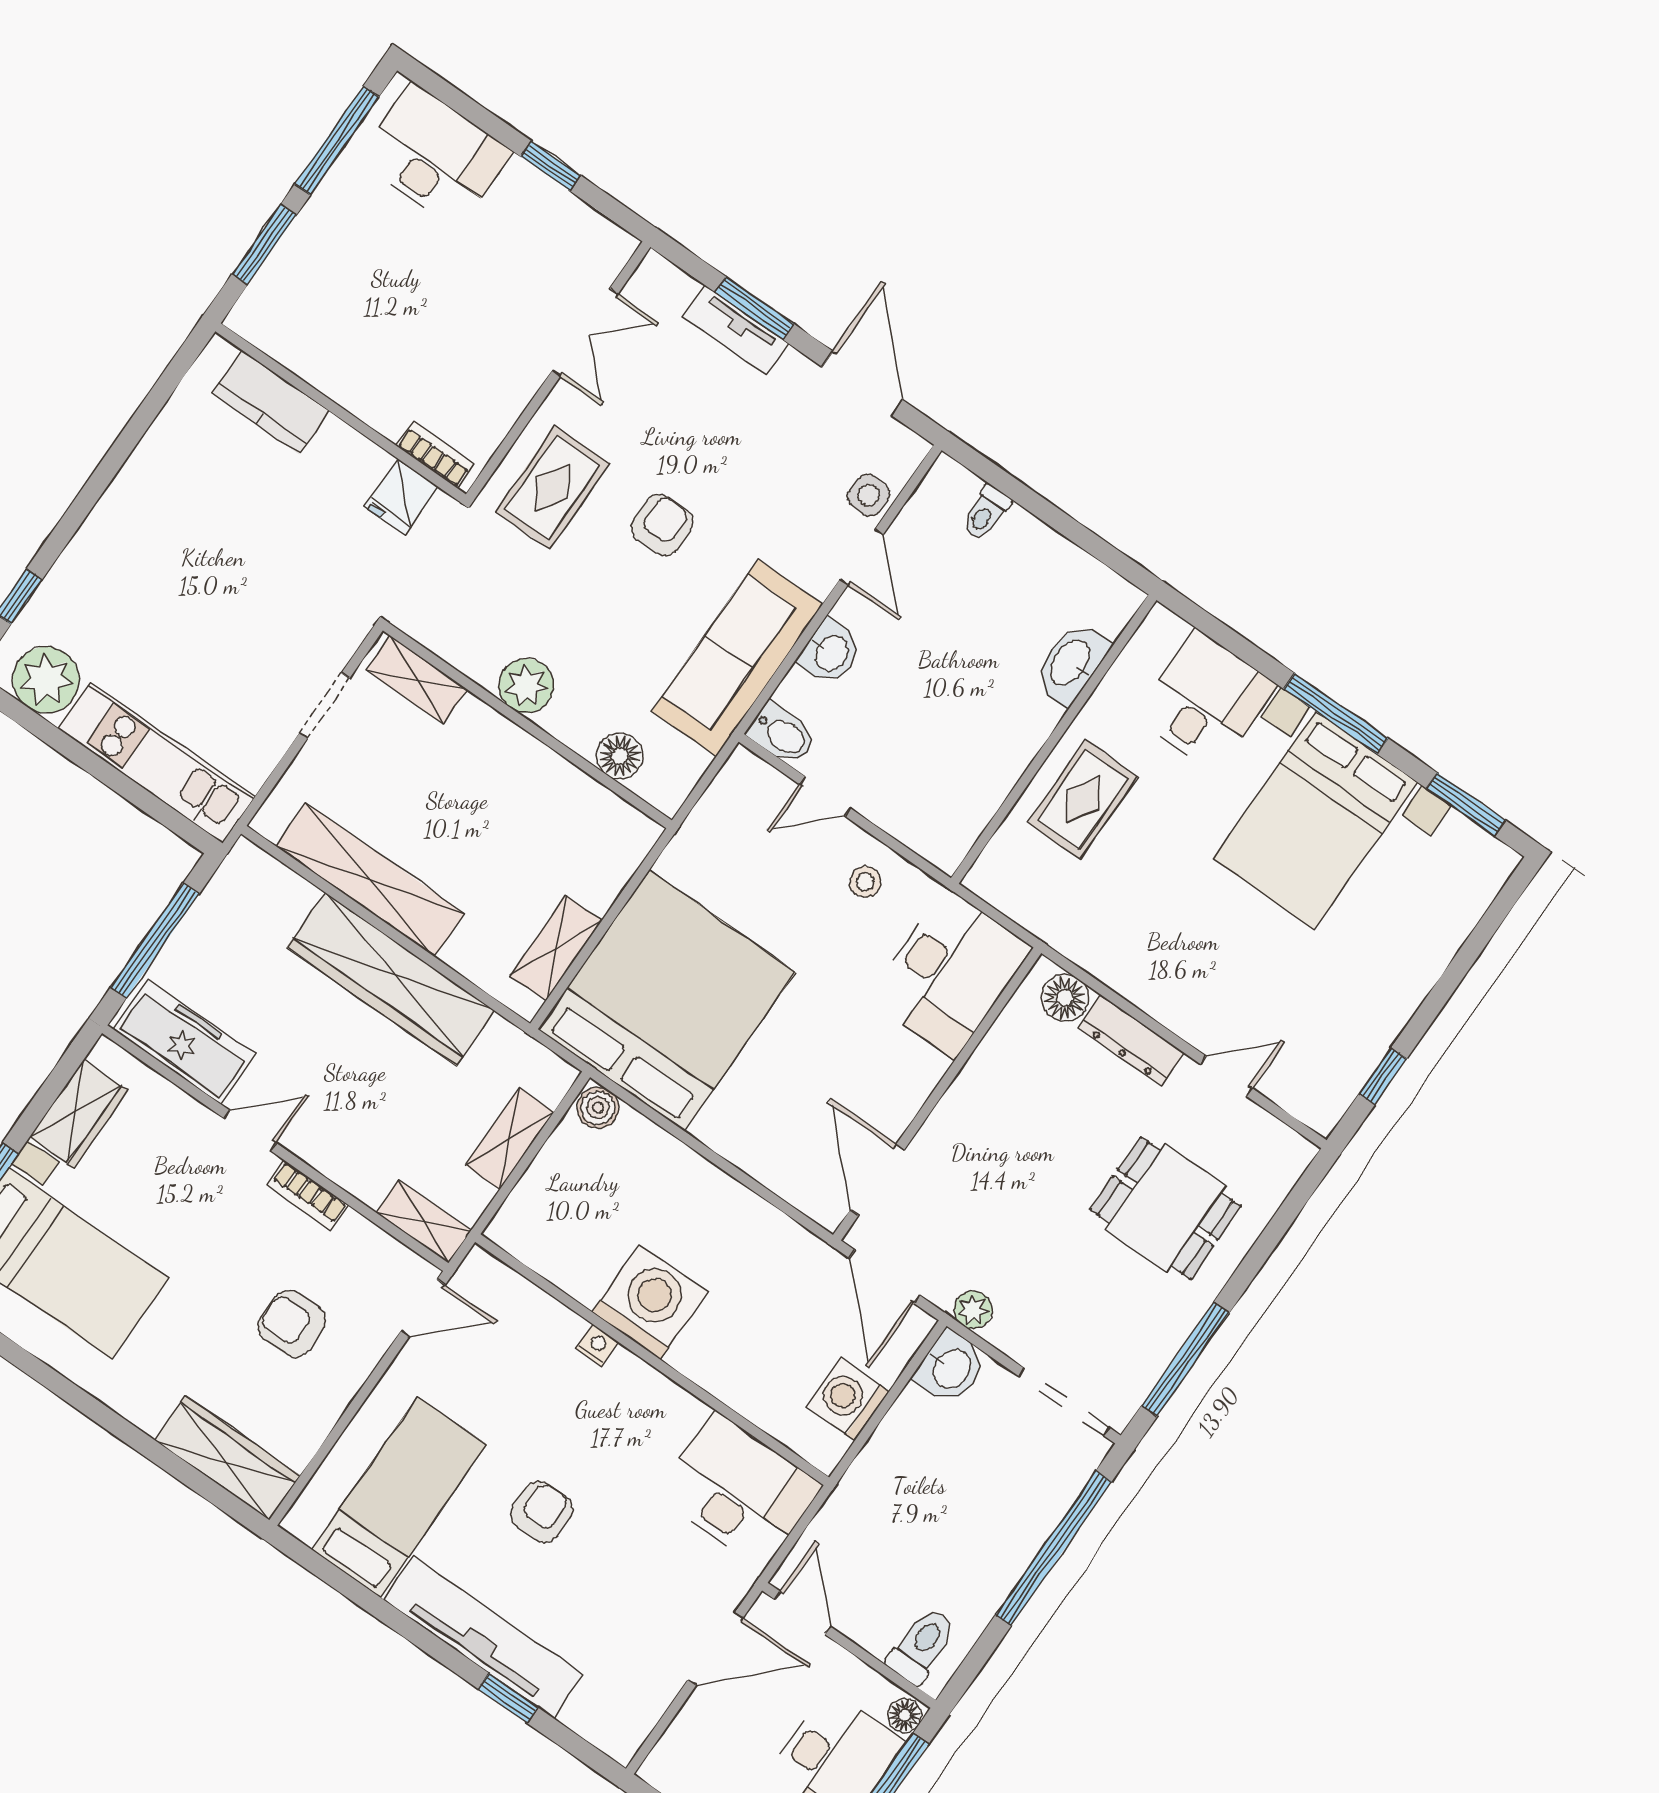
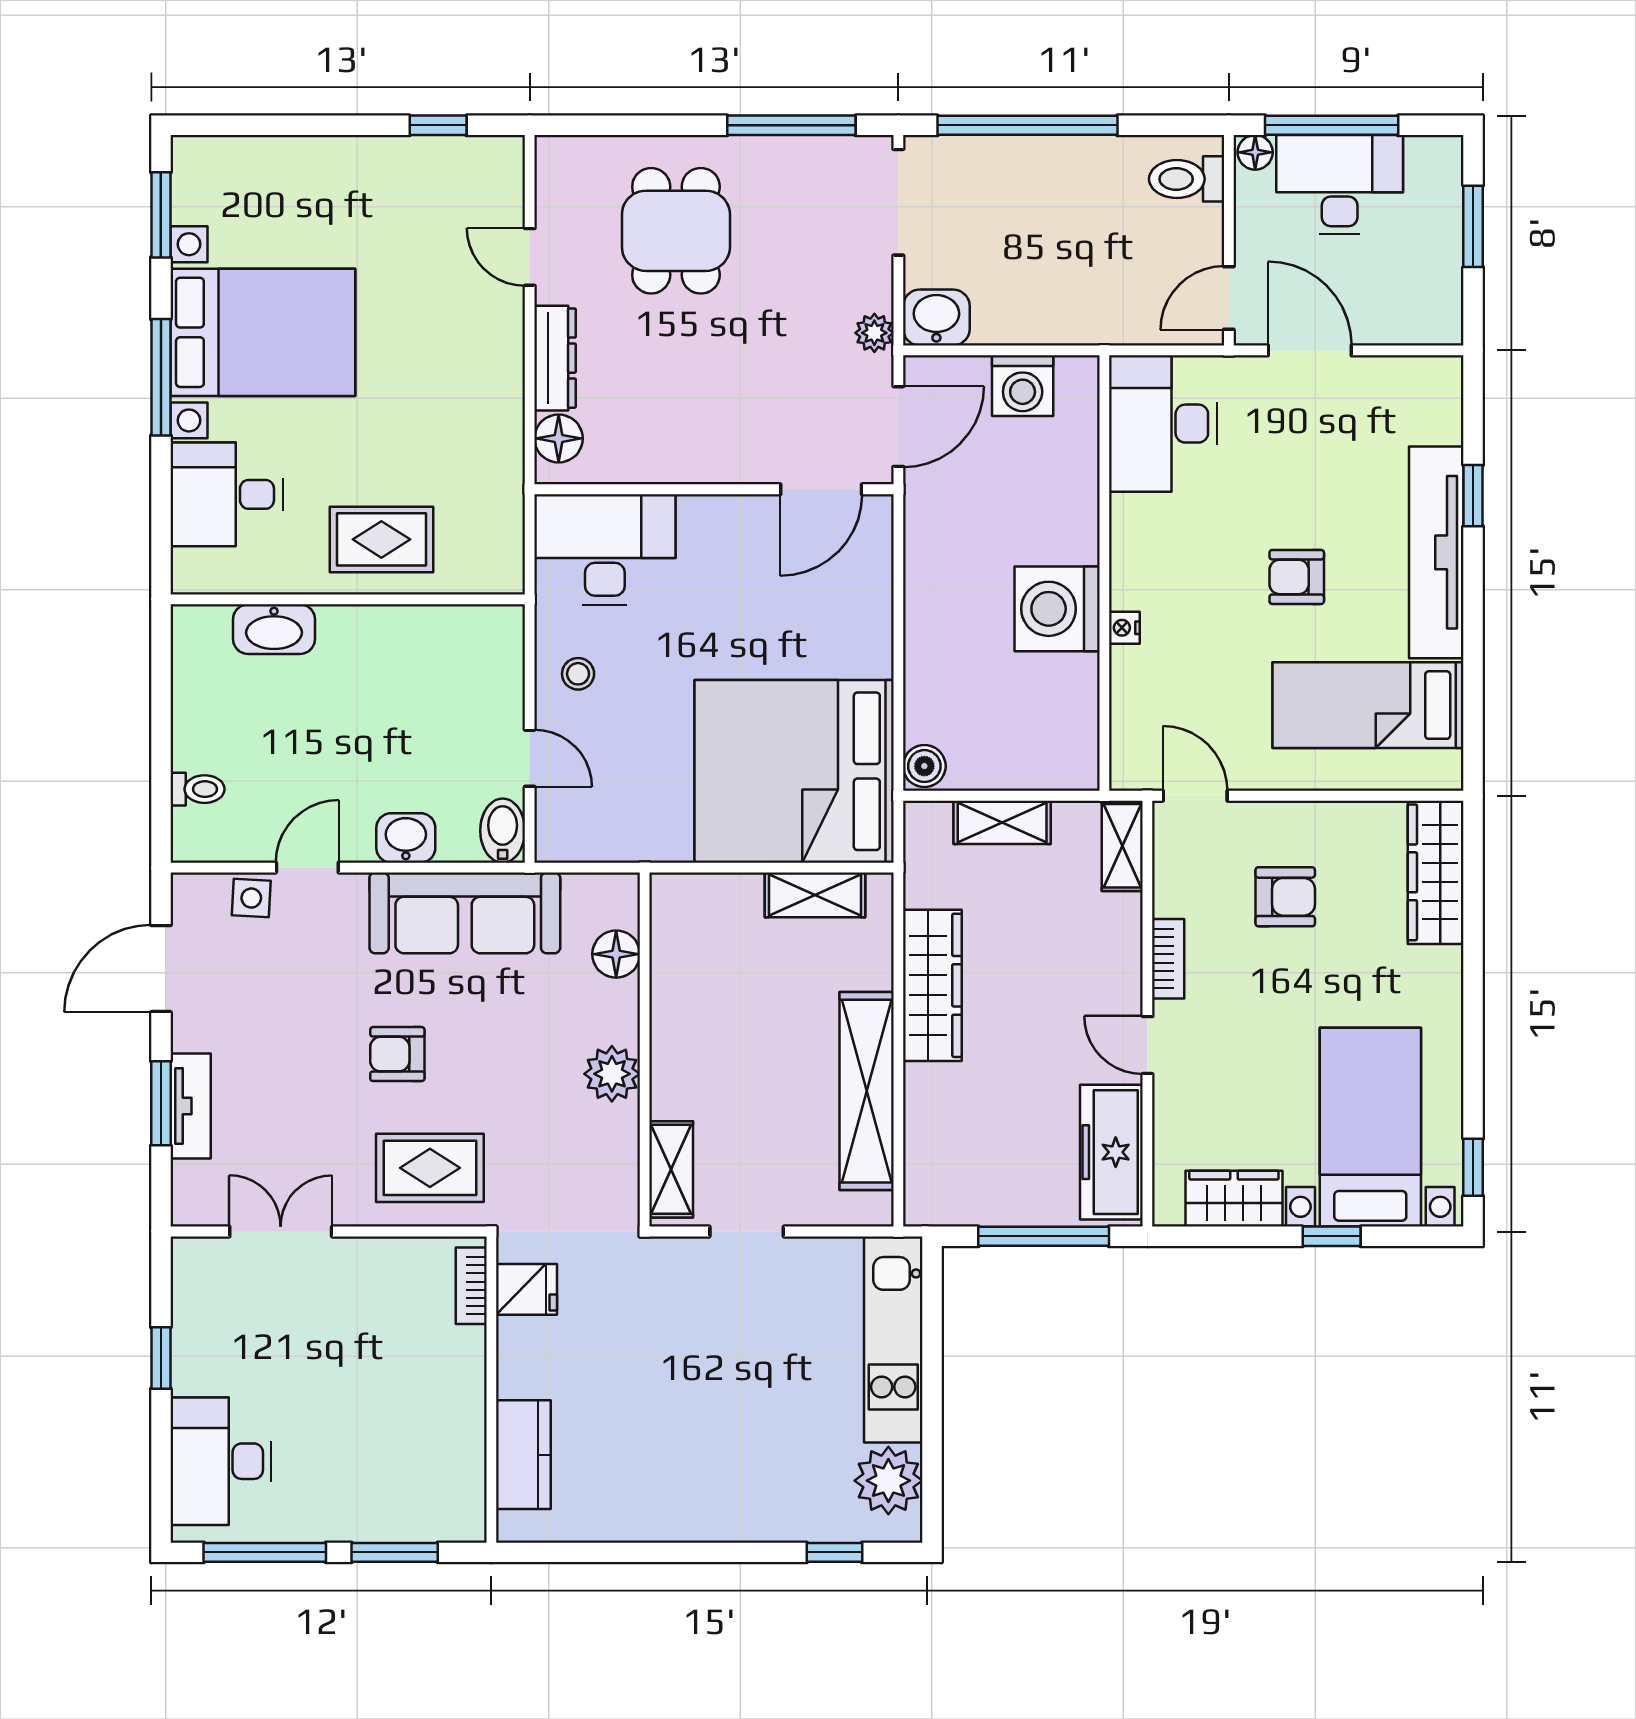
wardrobe: (391, 979) -> (932, 985), width x0.71, depth x0.85
armchair: (292, 1324) -> (1285, 897), turned -90

